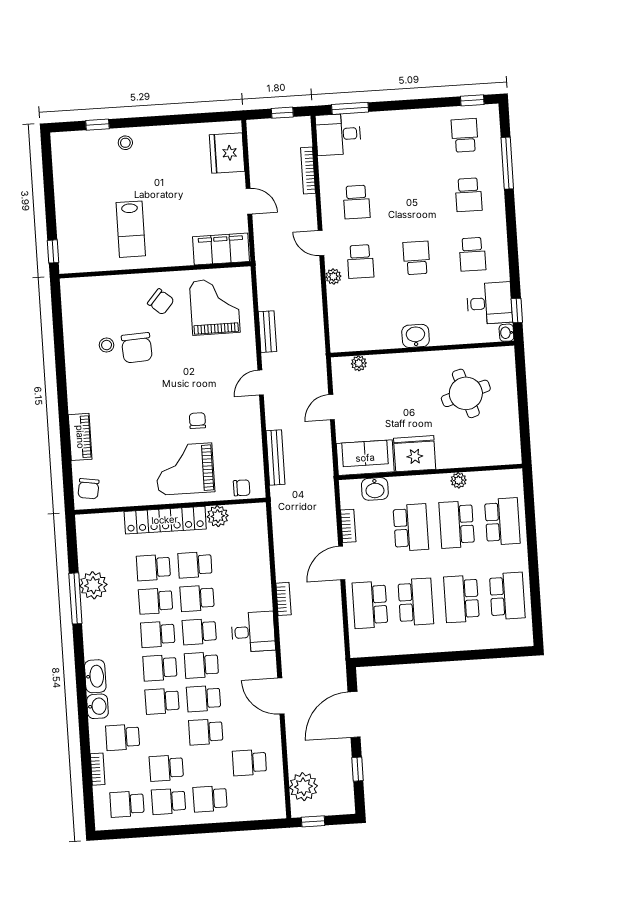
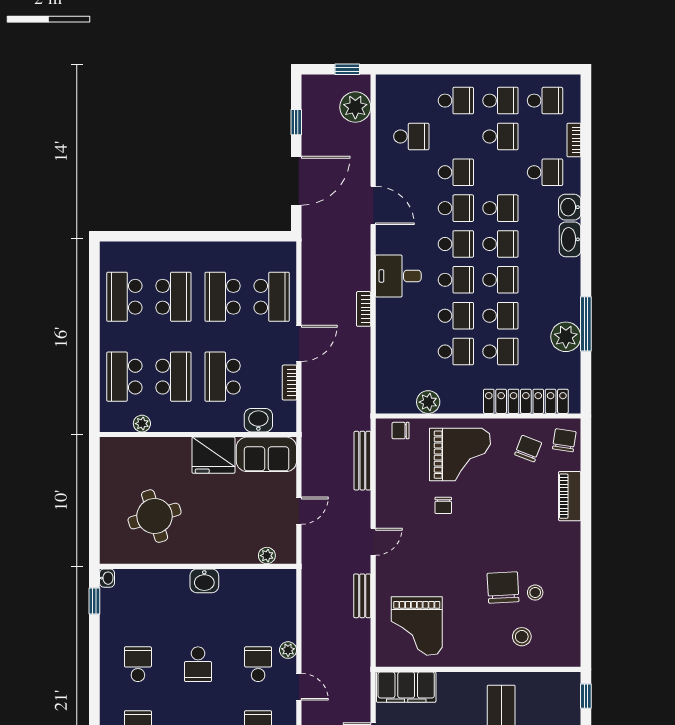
chair: (161, 302) -> (528, 449), moved, turned 70
stool: (116, 303) -> (522, 637), added
desk: (489, 303) -> (123, 611), removed
plant: (459, 480) -> (142, 424), moved
locker: (165, 520) -> (526, 401), moved

